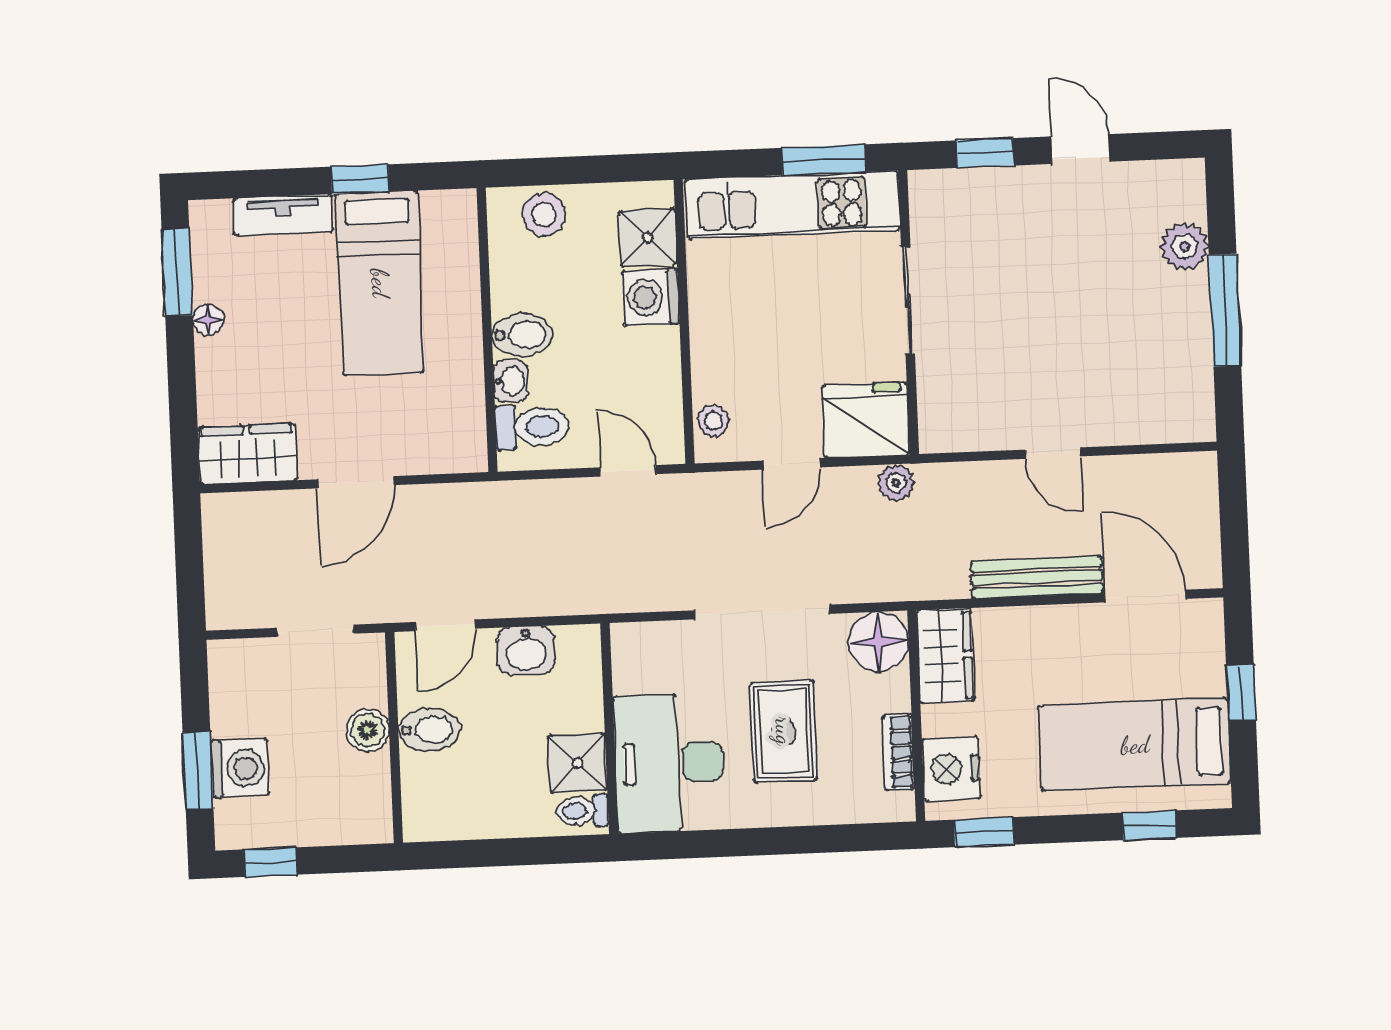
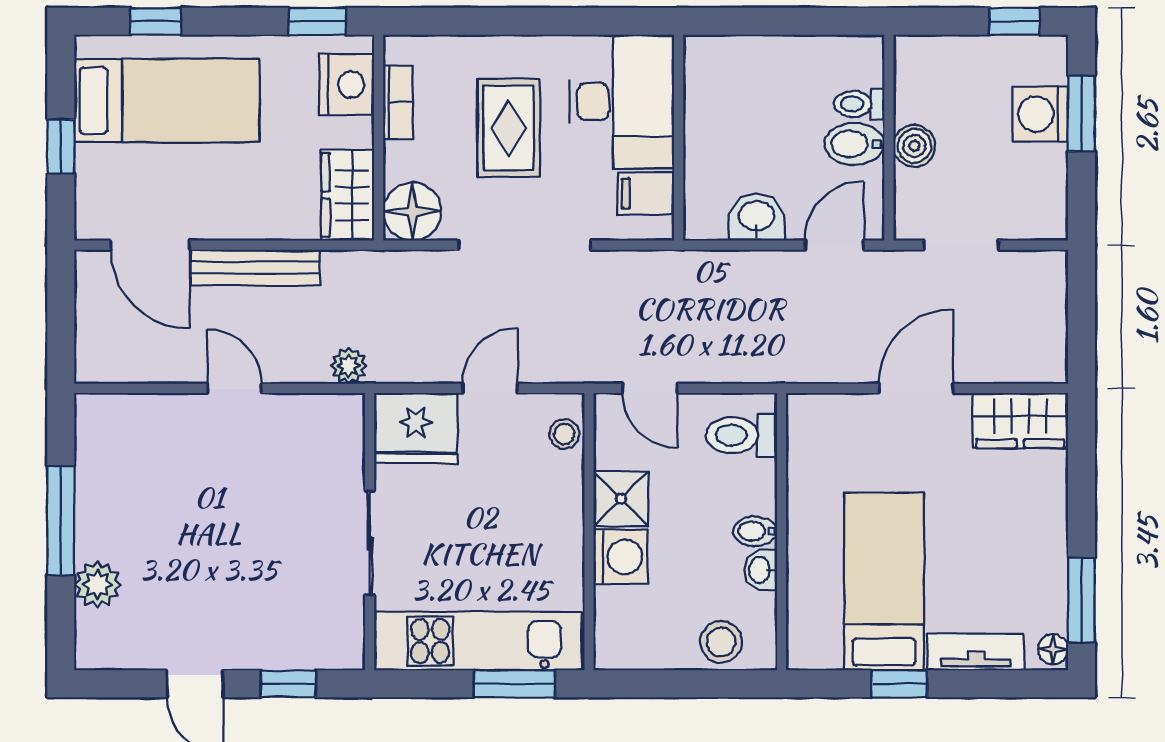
window: (823, 160) -> (515, 684), moved
shower: (648, 238) -> (621, 499), moved
floor lamp: (208, 320) -> (1053, 649), moved
bidet: (522, 335) -> (755, 531), width x0.72, depth x0.74
washbasin: (511, 381) -> (761, 570), moved
plant: (896, 483) -> (349, 366), moved
filing cabinet: (641, 670) -> (646, 193), added
shower: (578, 763) -> (711, 105), removed
toilet: (582, 811) -> (859, 104), moved, turned 180

